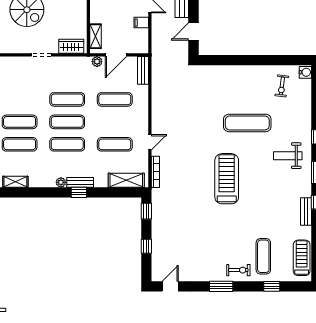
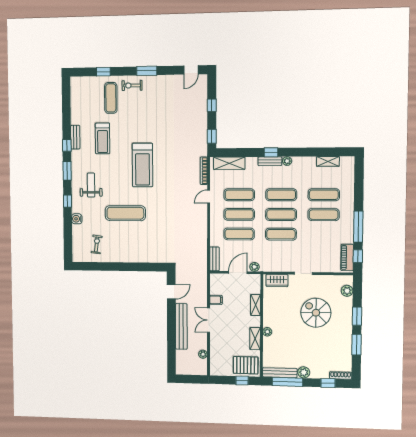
shelving: (96, 36) -> (256, 305), moved
water cooler: (305, 72) -> (77, 219), moved
exercise mat: (115, 122) -> (239, 214), added
weight bench: (288, 156) -> (91, 185), turned -90
treadmill: (302, 258) -> (103, 138), moved

